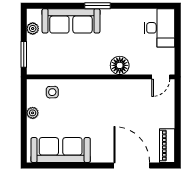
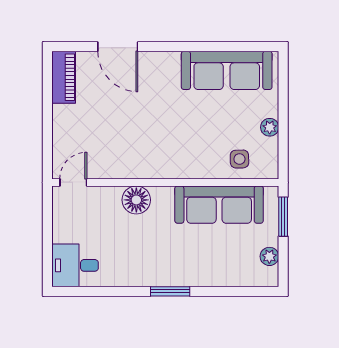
sofa: (71, 21) -> (219, 205), moved, turned 180
desk: (160, 28) -> (75, 265), width x0.73
door: (132, 166) -> (118, 47), width x0.73

